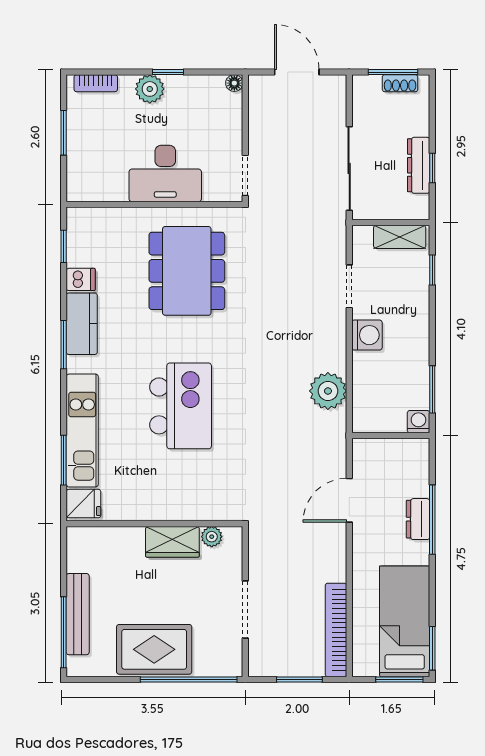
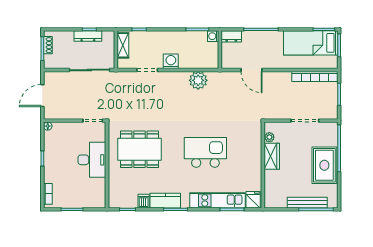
plant: (150, 89) -> (51, 167), removed
dresser: (418, 519) -> (231, 36), moved

